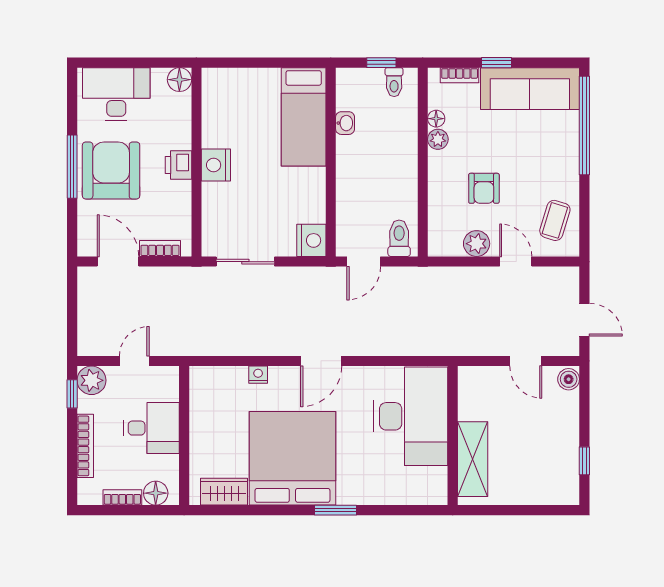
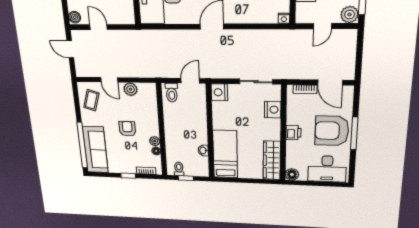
sofa: (530, 89) -> (95, 150), moved, turned 90
wardrobe: (217, 107) -> (272, 160), added
nightstand: (216, 165) -> (273, 110), moved
armchair: (111, 171) -> (332, 131), turned 90
armchair: (484, 188) -> (127, 129), moved
nightstand: (258, 375) -> (284, 18), moved

